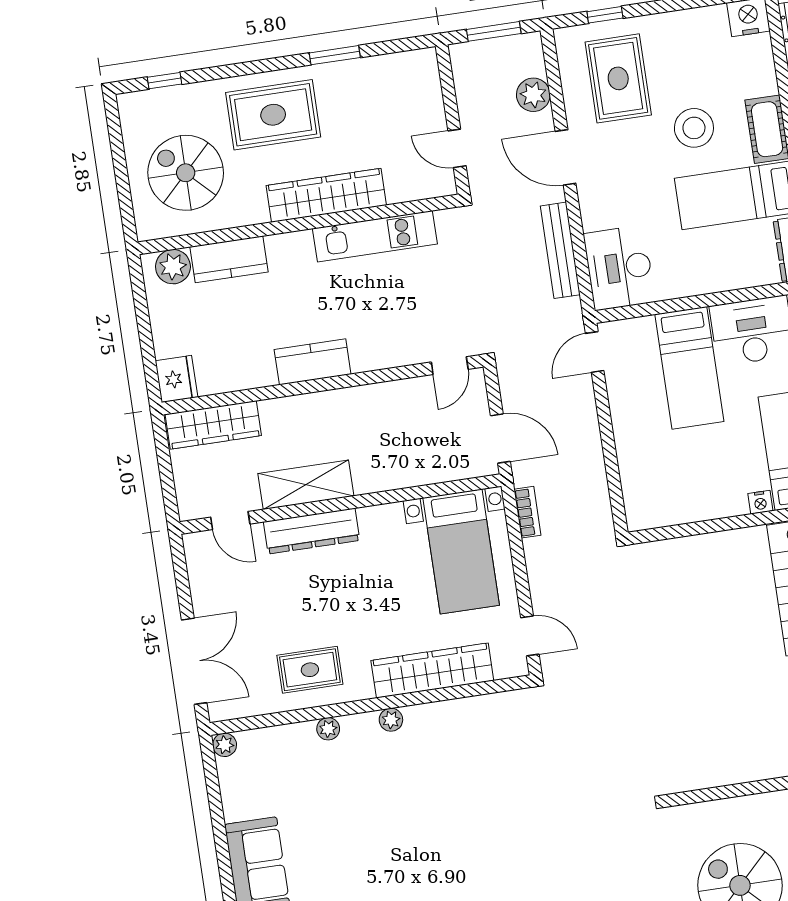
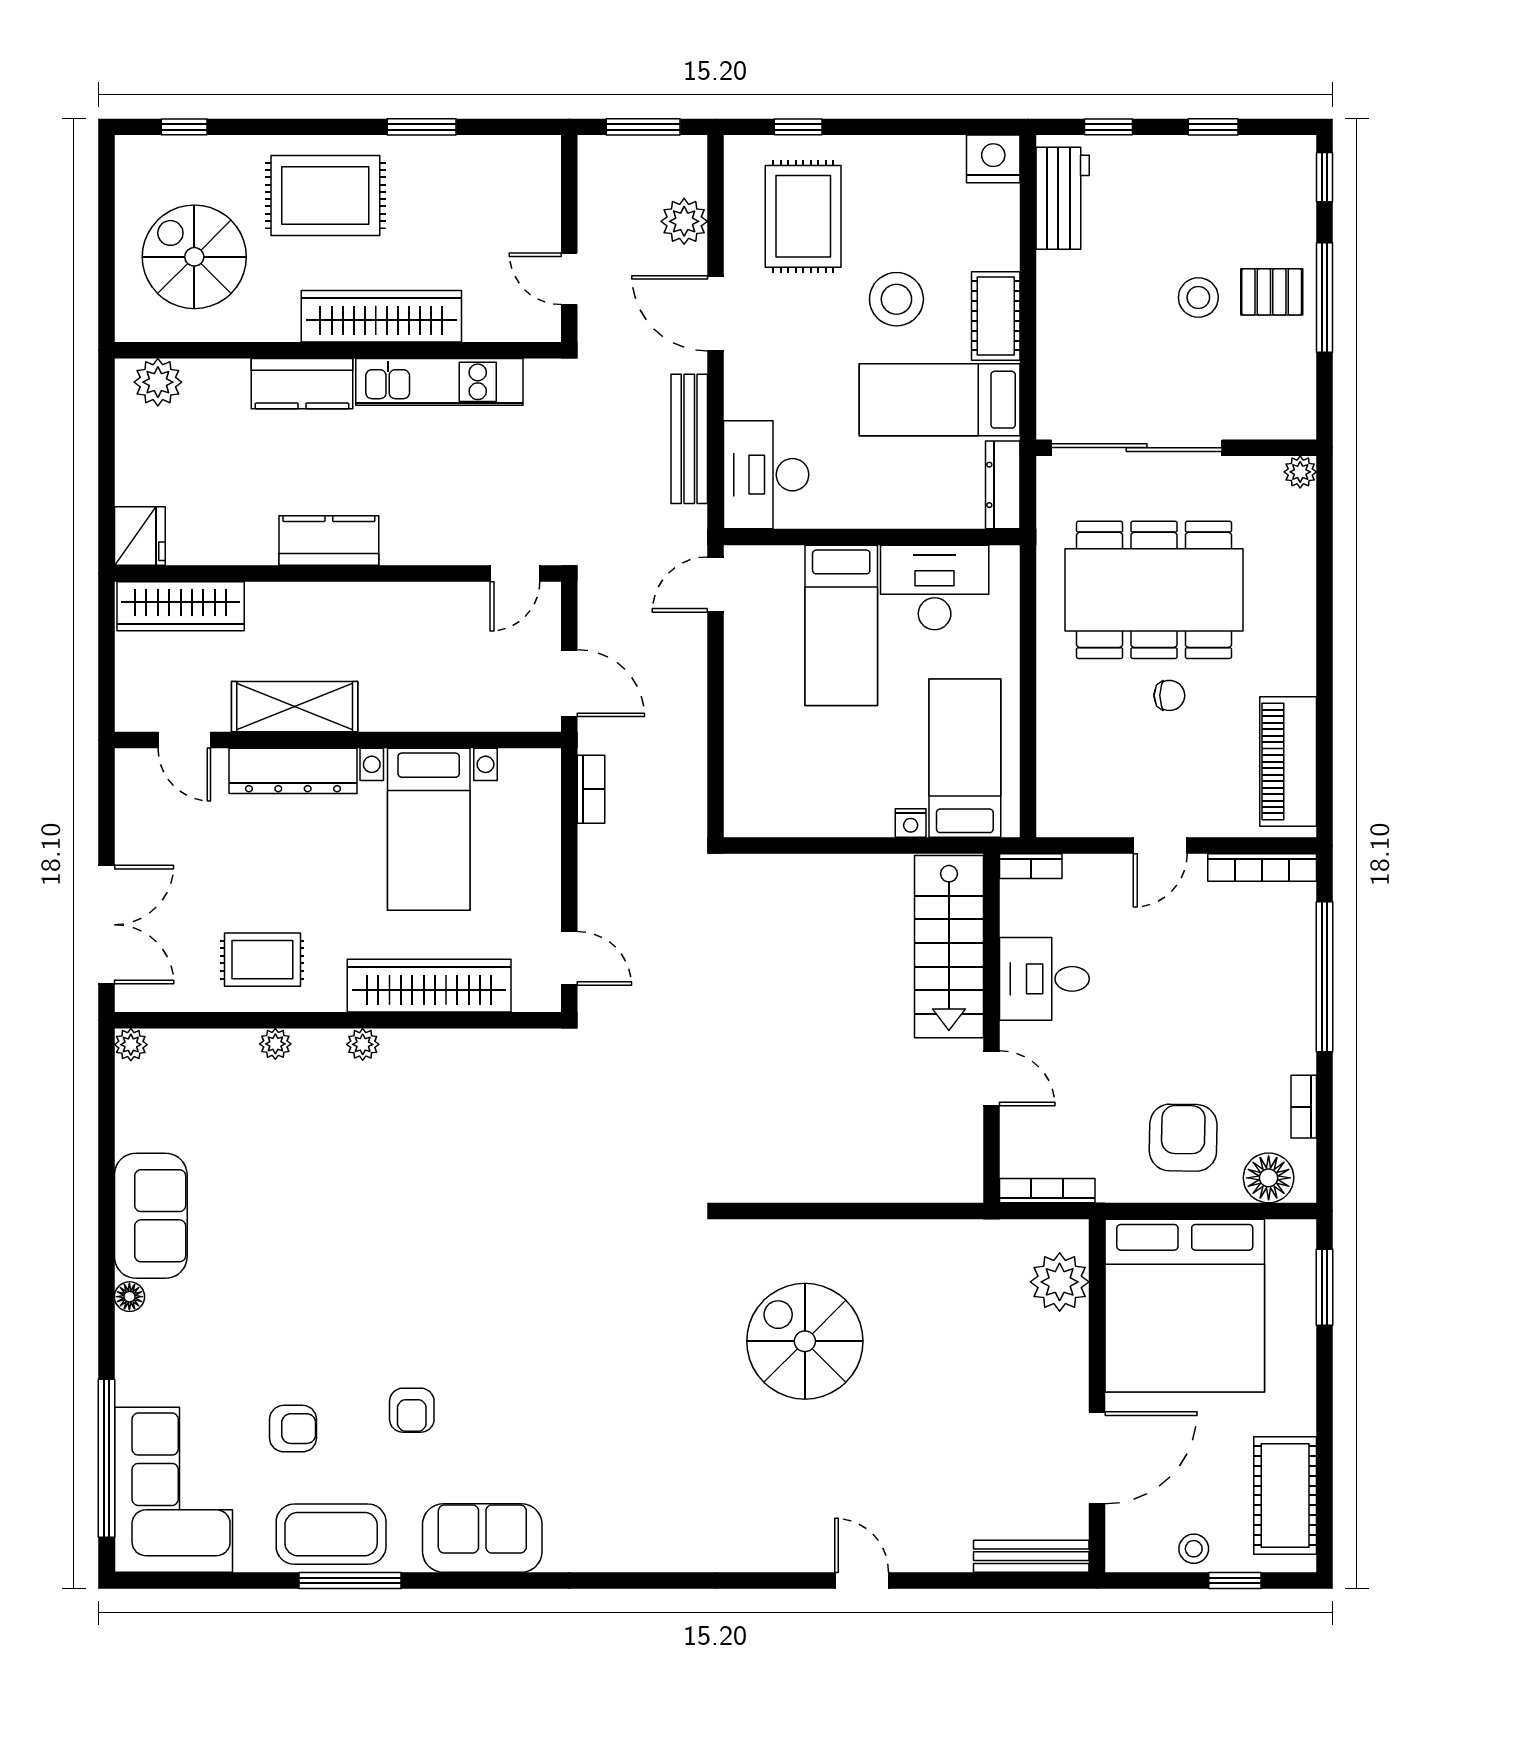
kitchen counter: (229, 259) -> (302, 384), moved
bed with nightstands: (461, 551) -> (429, 829), moved

